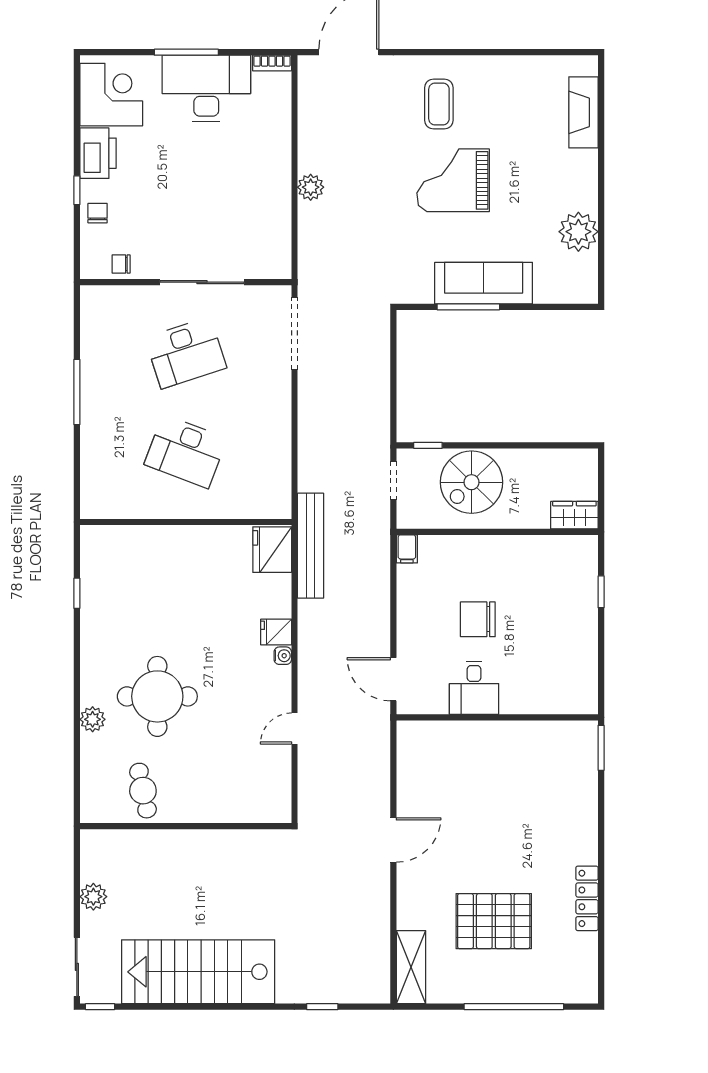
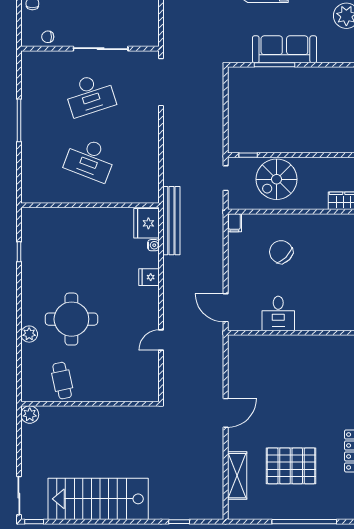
chair: (478, 619) -> (281, 252), moved, turned 45
water cooler: (283, 656) -> (153, 245), moved
plant: (93, 897) -> (30, 415), moved
shelving: (411, 967) -> (237, 476), moved

